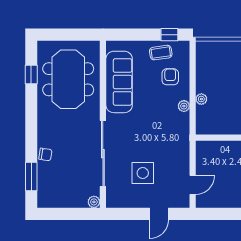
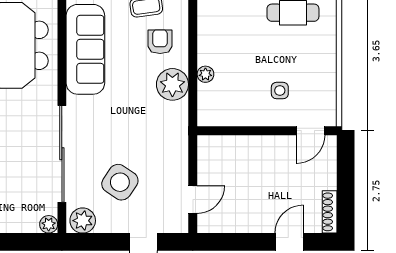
plant: (184, 106) -> (172, 84), width x1.87, depth x1.87
side table: (143, 173) -> (120, 182), turned 34
plant: (117, 199) -> (83, 221), added

